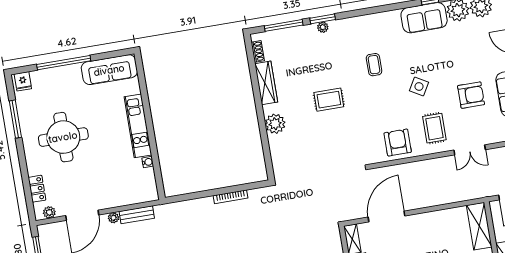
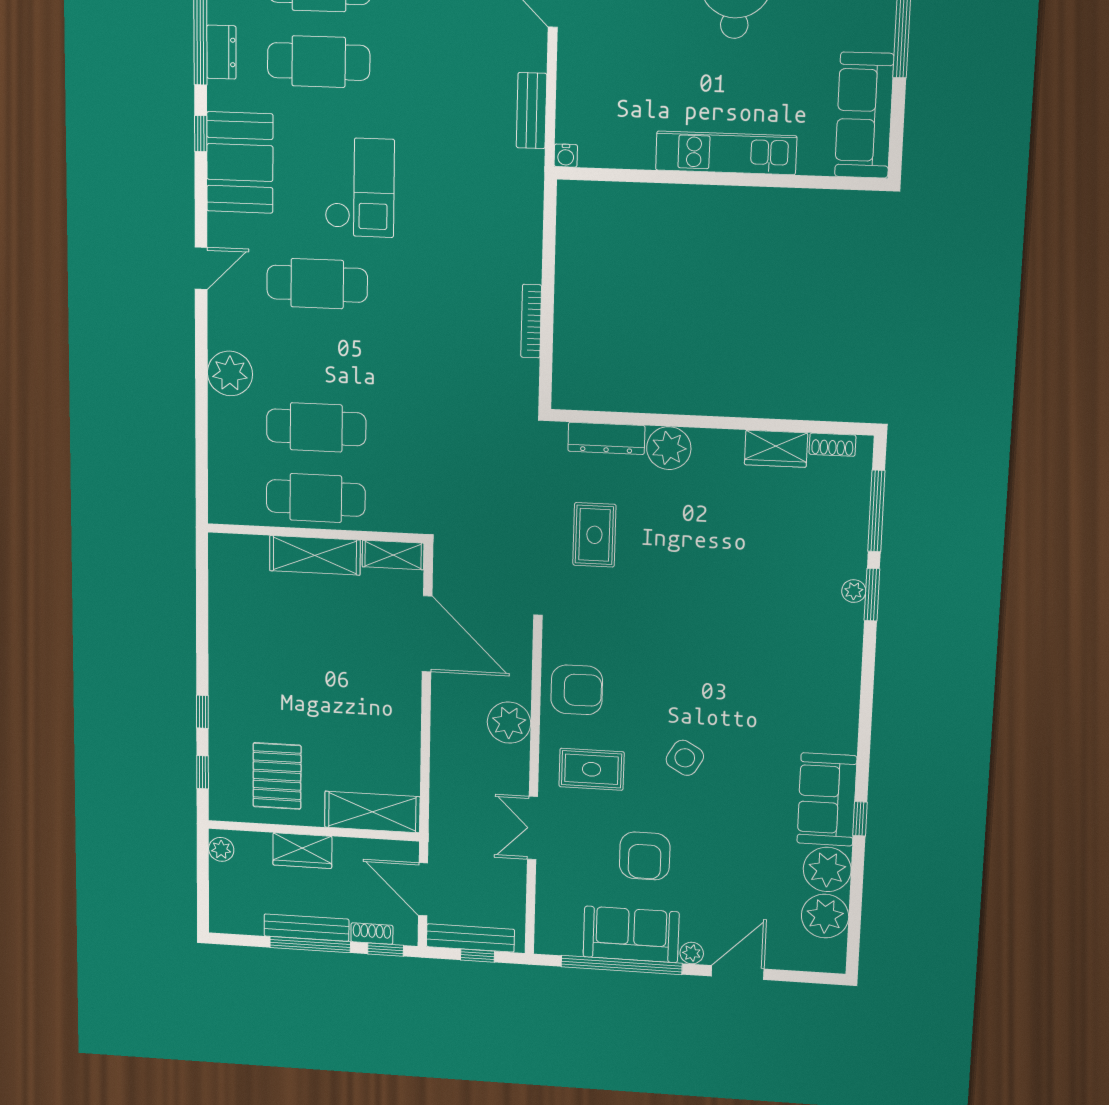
coffee table: (374, 65) -> (751, 678), removed
wardrobe: (266, 83) -> (776, 449), width x0.67
rug: (329, 100) -> (594, 535), moved
dresser: (277, 153) -> (606, 438), added
water cooler: (148, 162) -> (566, 156), moved
plant: (113, 218) -> (509, 723), moved, width x1.88, depth x1.88

